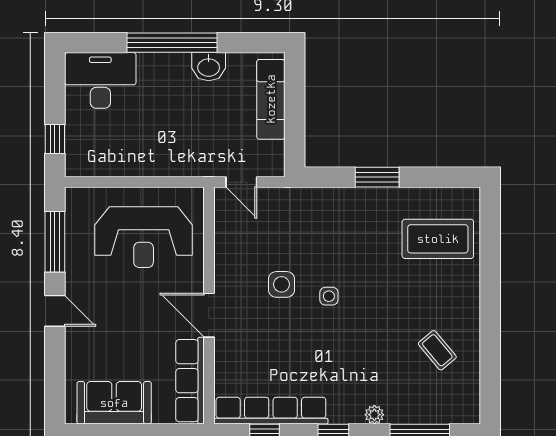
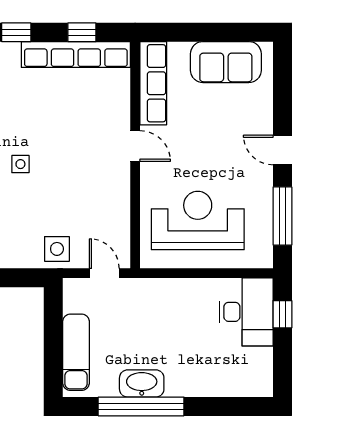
window: (172, 43) -> (141, 406), moved
washbasin: (209, 67) -> (142, 383), width x1.38
desk: (100, 80) -> (246, 312), moved, turned -90
side table: (281, 284) -> (57, 249), moved
door: (209, 315) -> (135, 146), width x0.73

